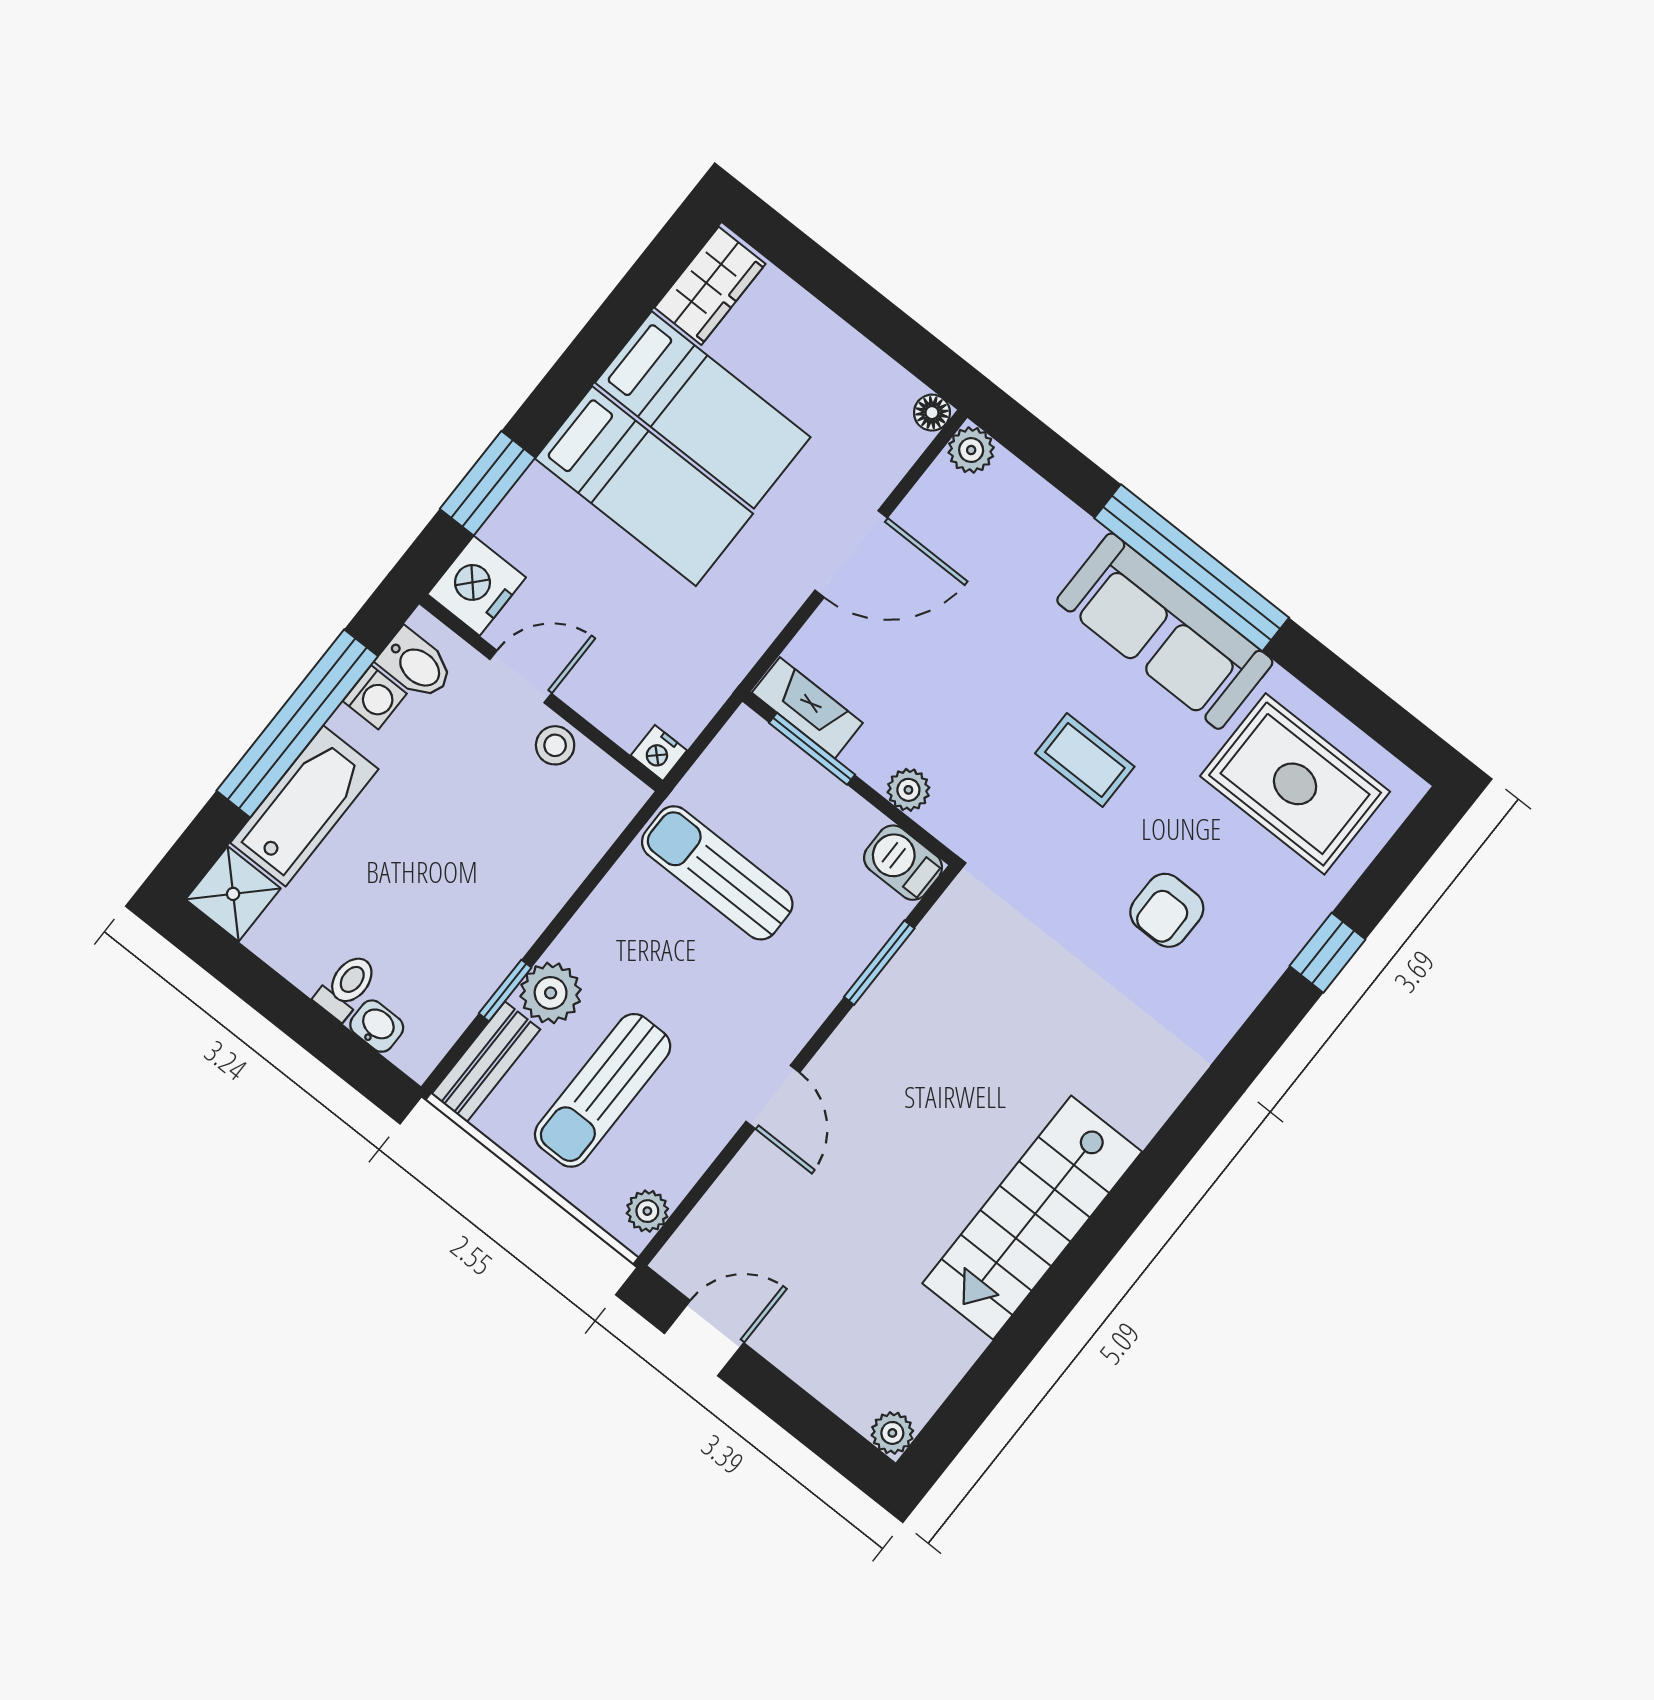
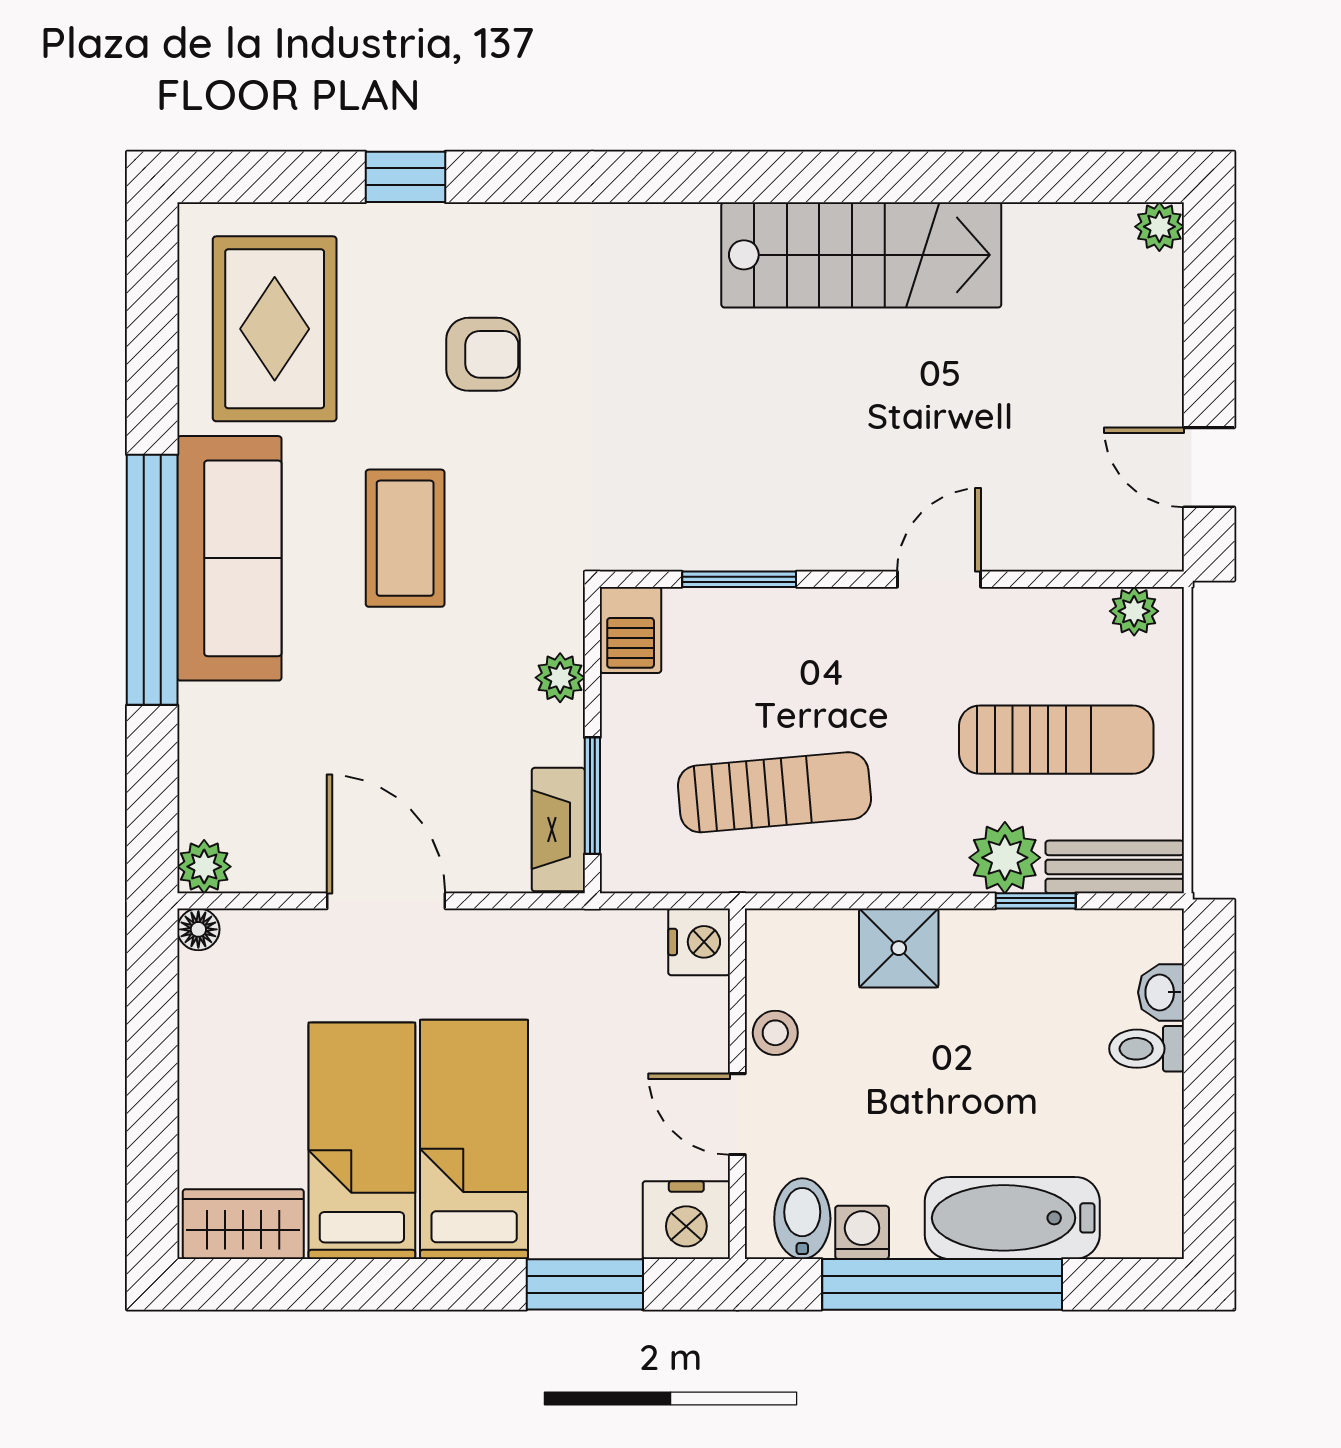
nightstand: (659, 753) -> (699, 942), width x1.39, depth x1.35
coffee table: (1085, 760) -> (405, 538), width x1.36, depth x1.30
sun lounger: (717, 873) -> (774, 792), turned -95
shower: (233, 894) -> (899, 948), moved

